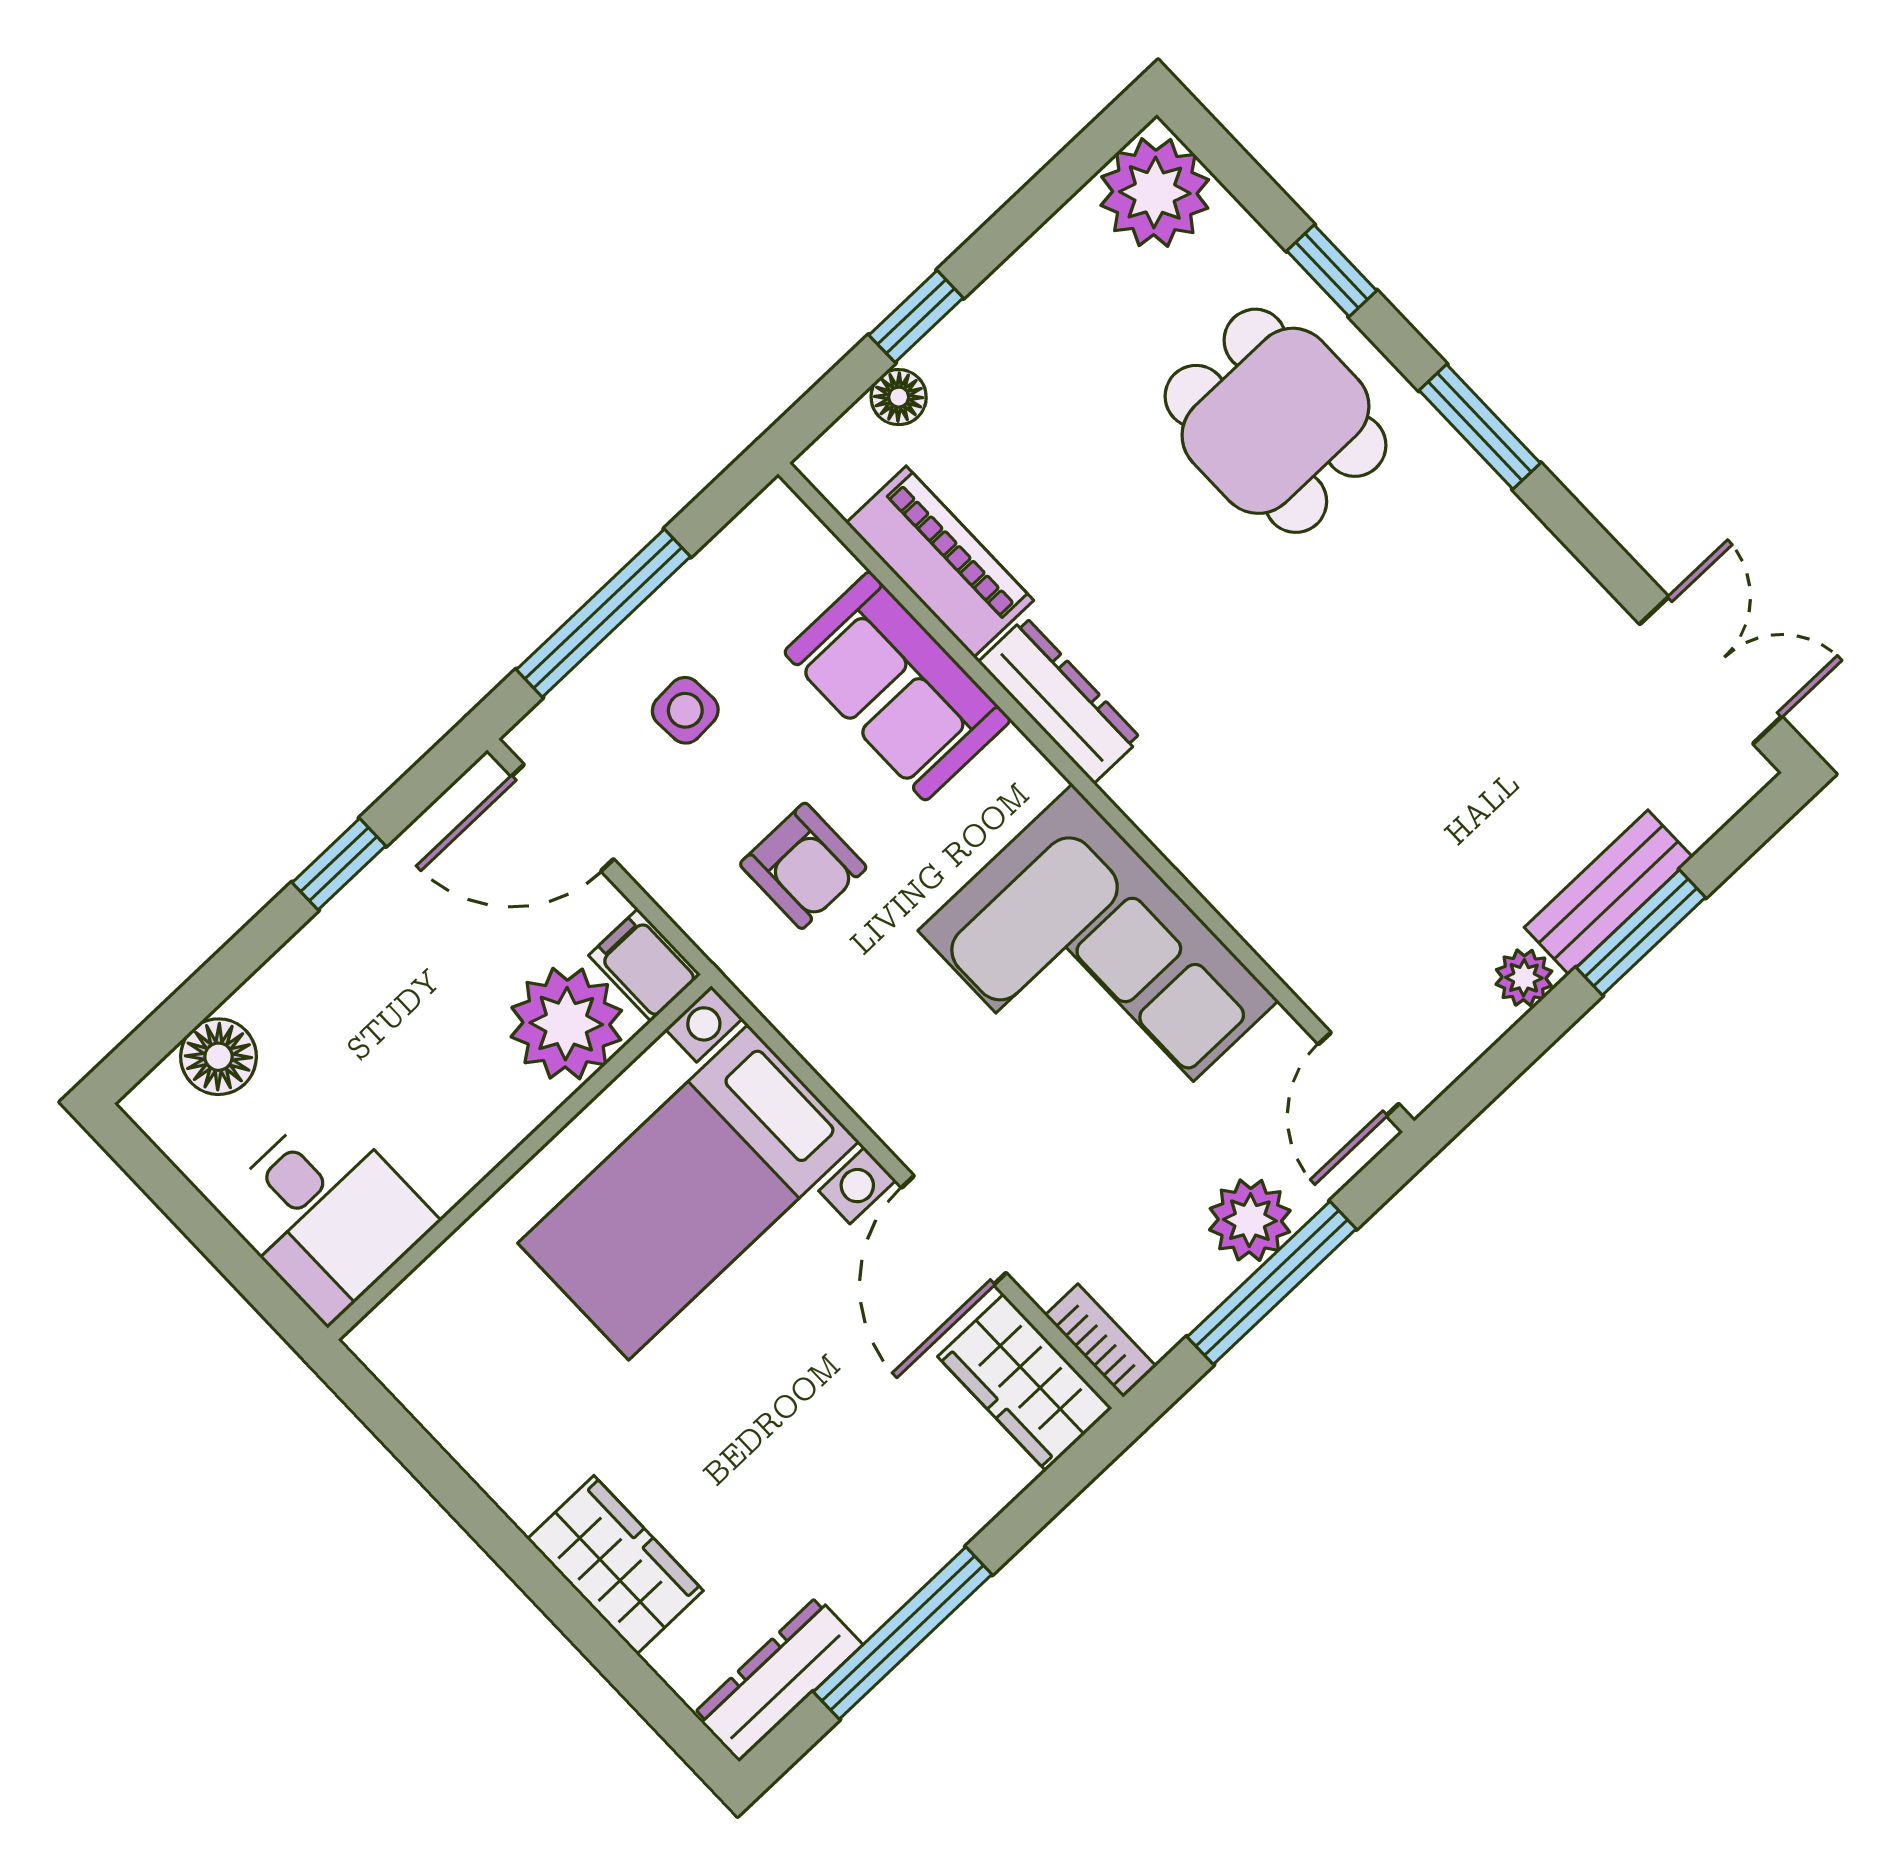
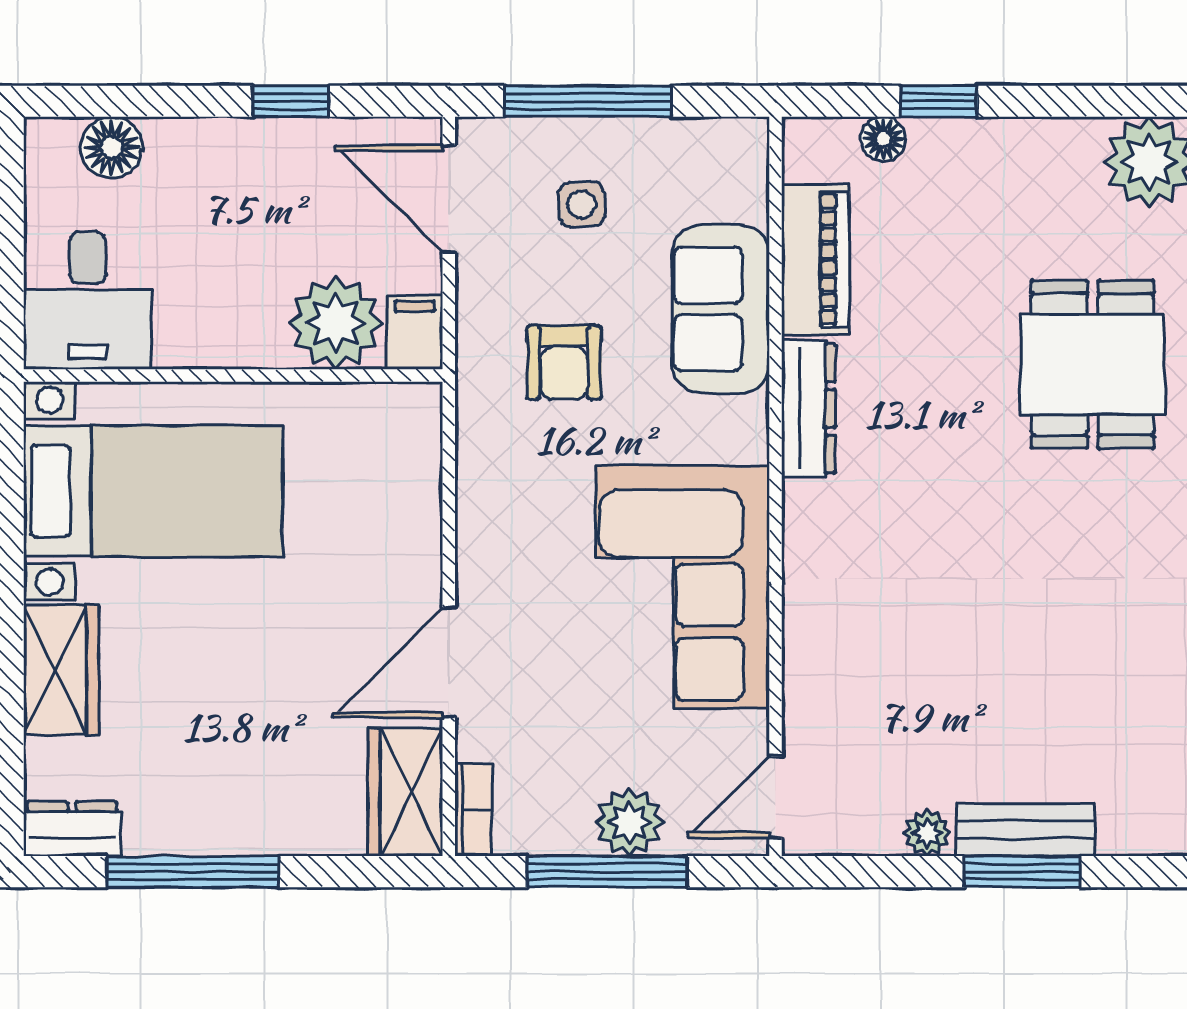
bed with nightstands: (688, 1192) -> (153, 491), moved, turned 180
dresser: (778, 1679) -> (72, 829), width x0.70

